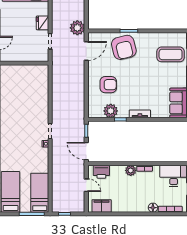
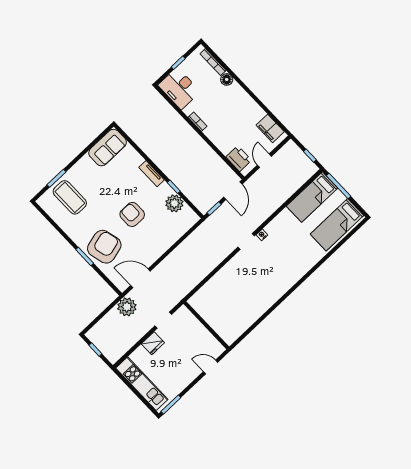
armchair: (108, 85) -> (132, 214), moved
plant: (131, 170) -> (212, 133), removed

